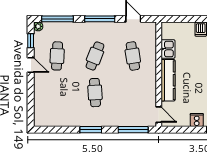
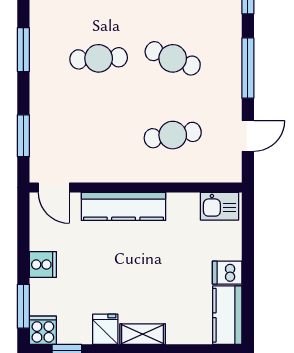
kitchen sink: (168, 49) -> (220, 206), moved
door: (159, 115) -> (54, 187), hinge flipped
window: (133, 130) -> (23, 136), width x0.69

